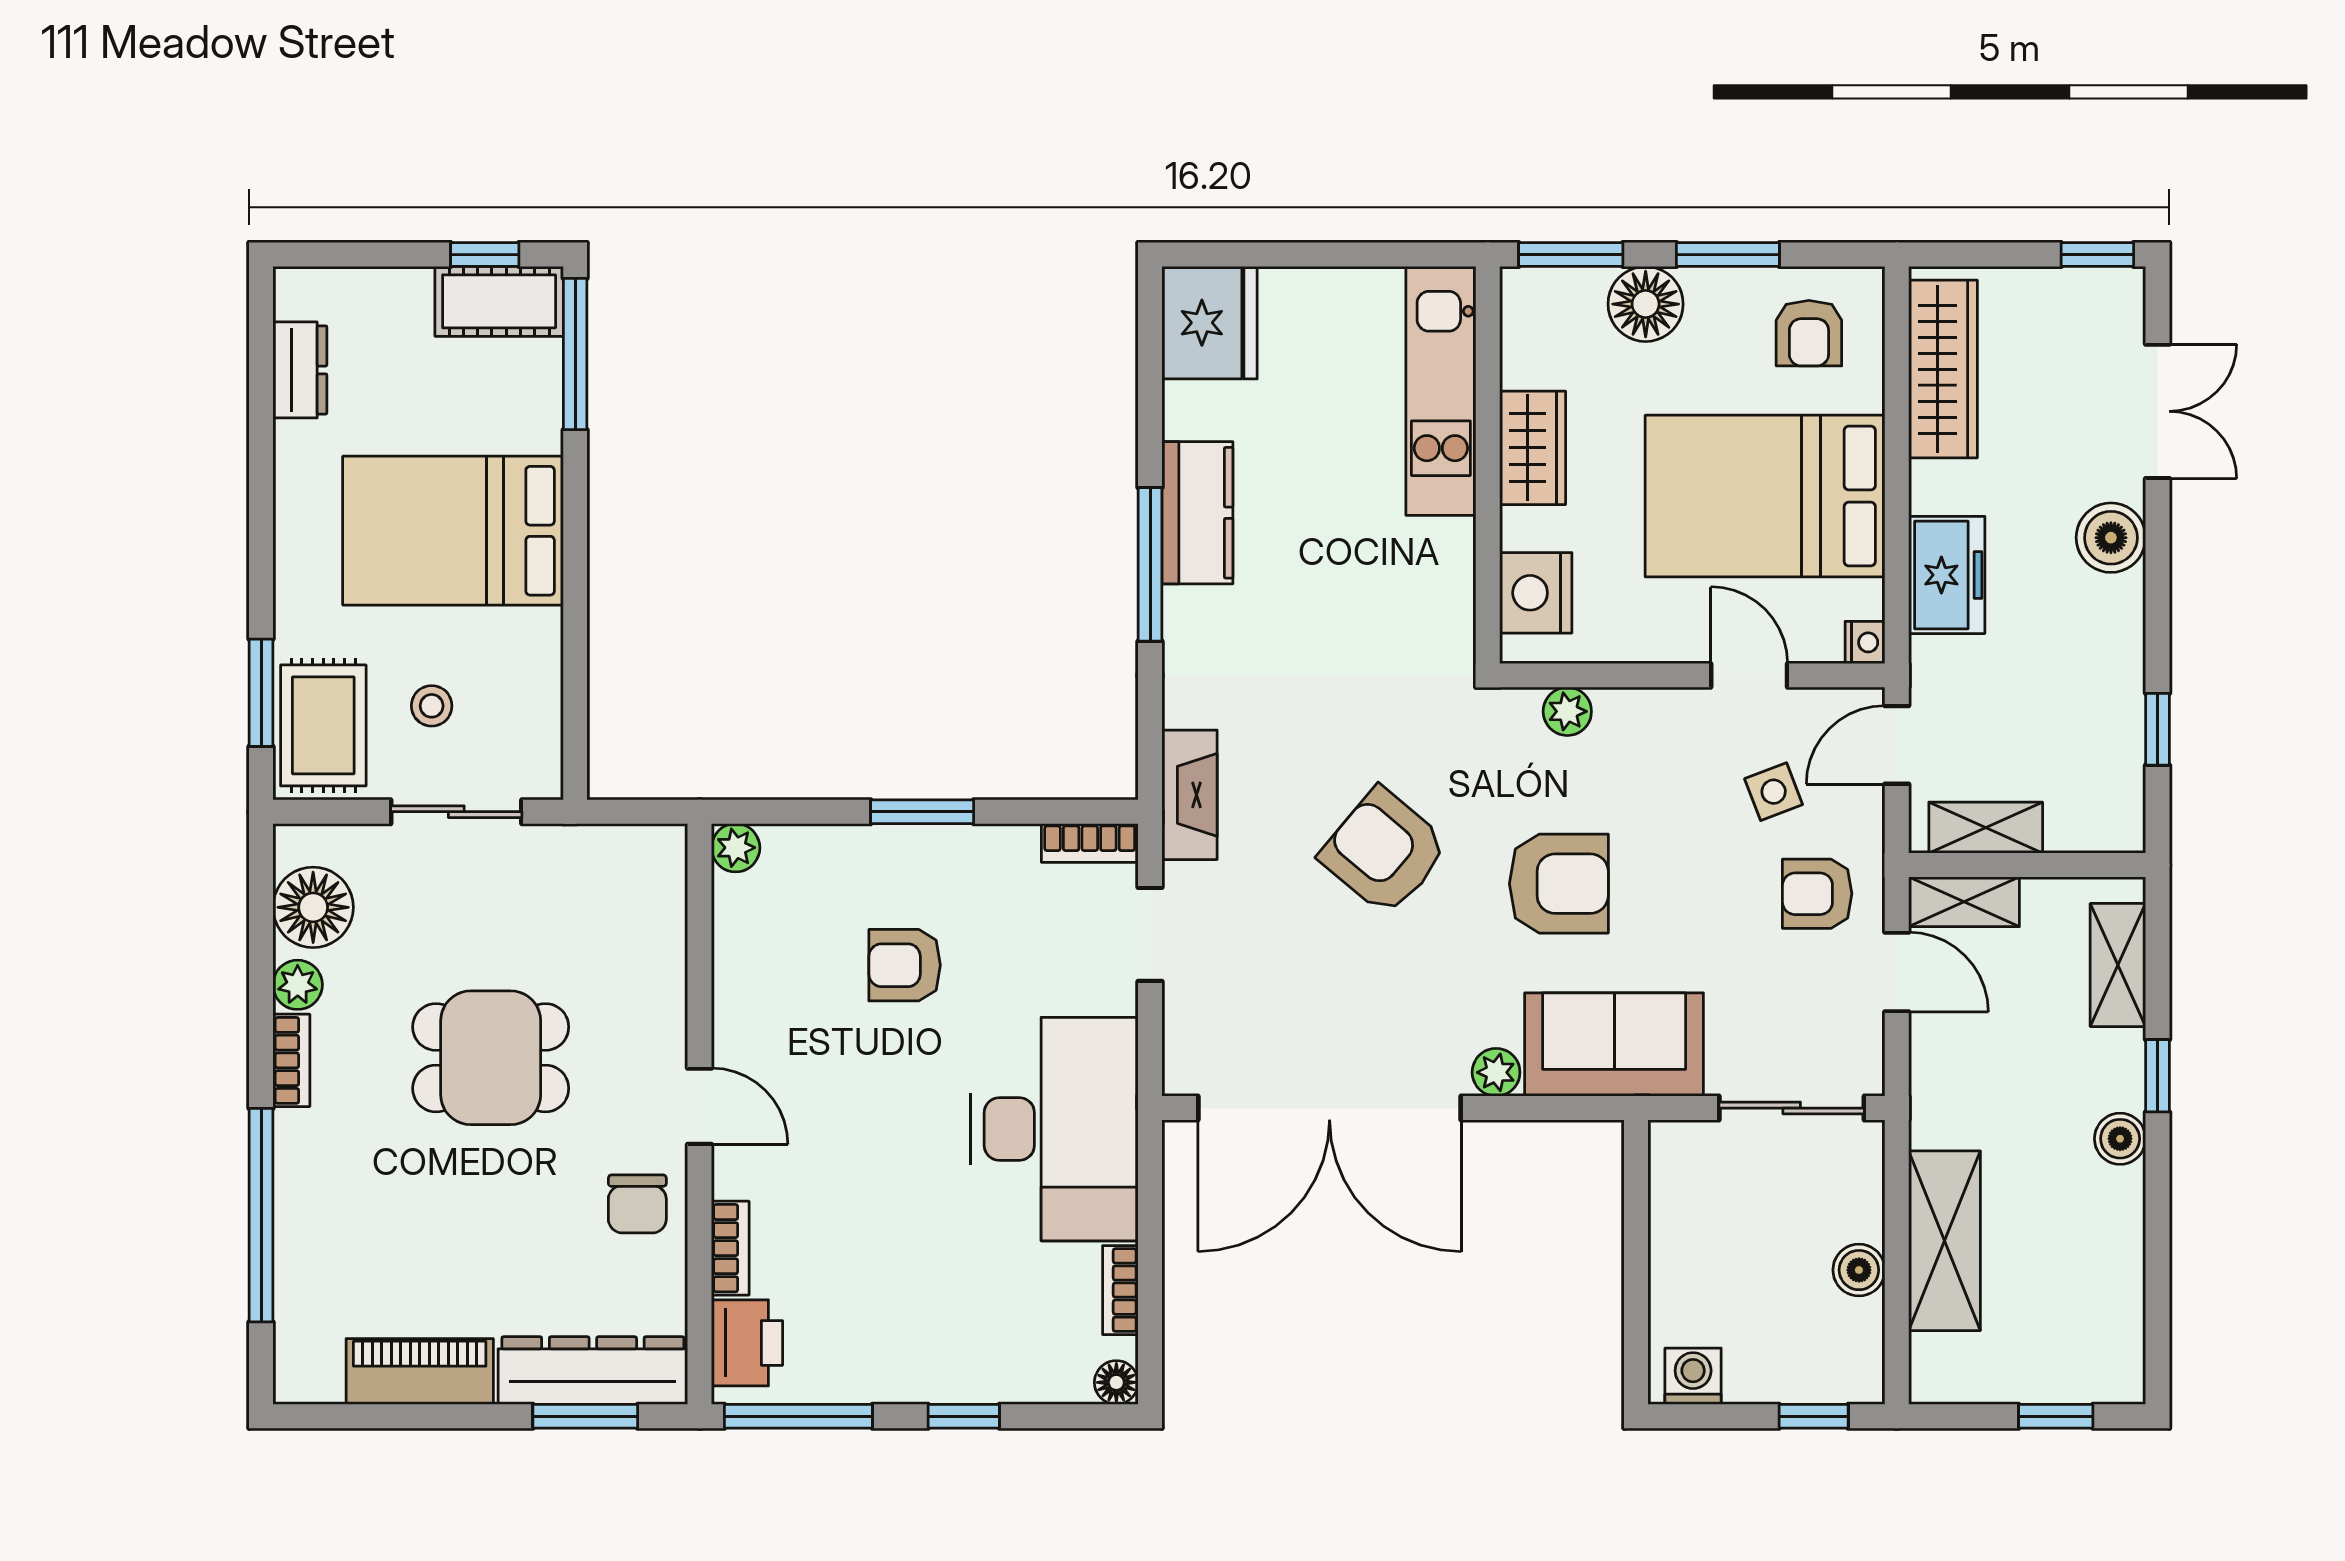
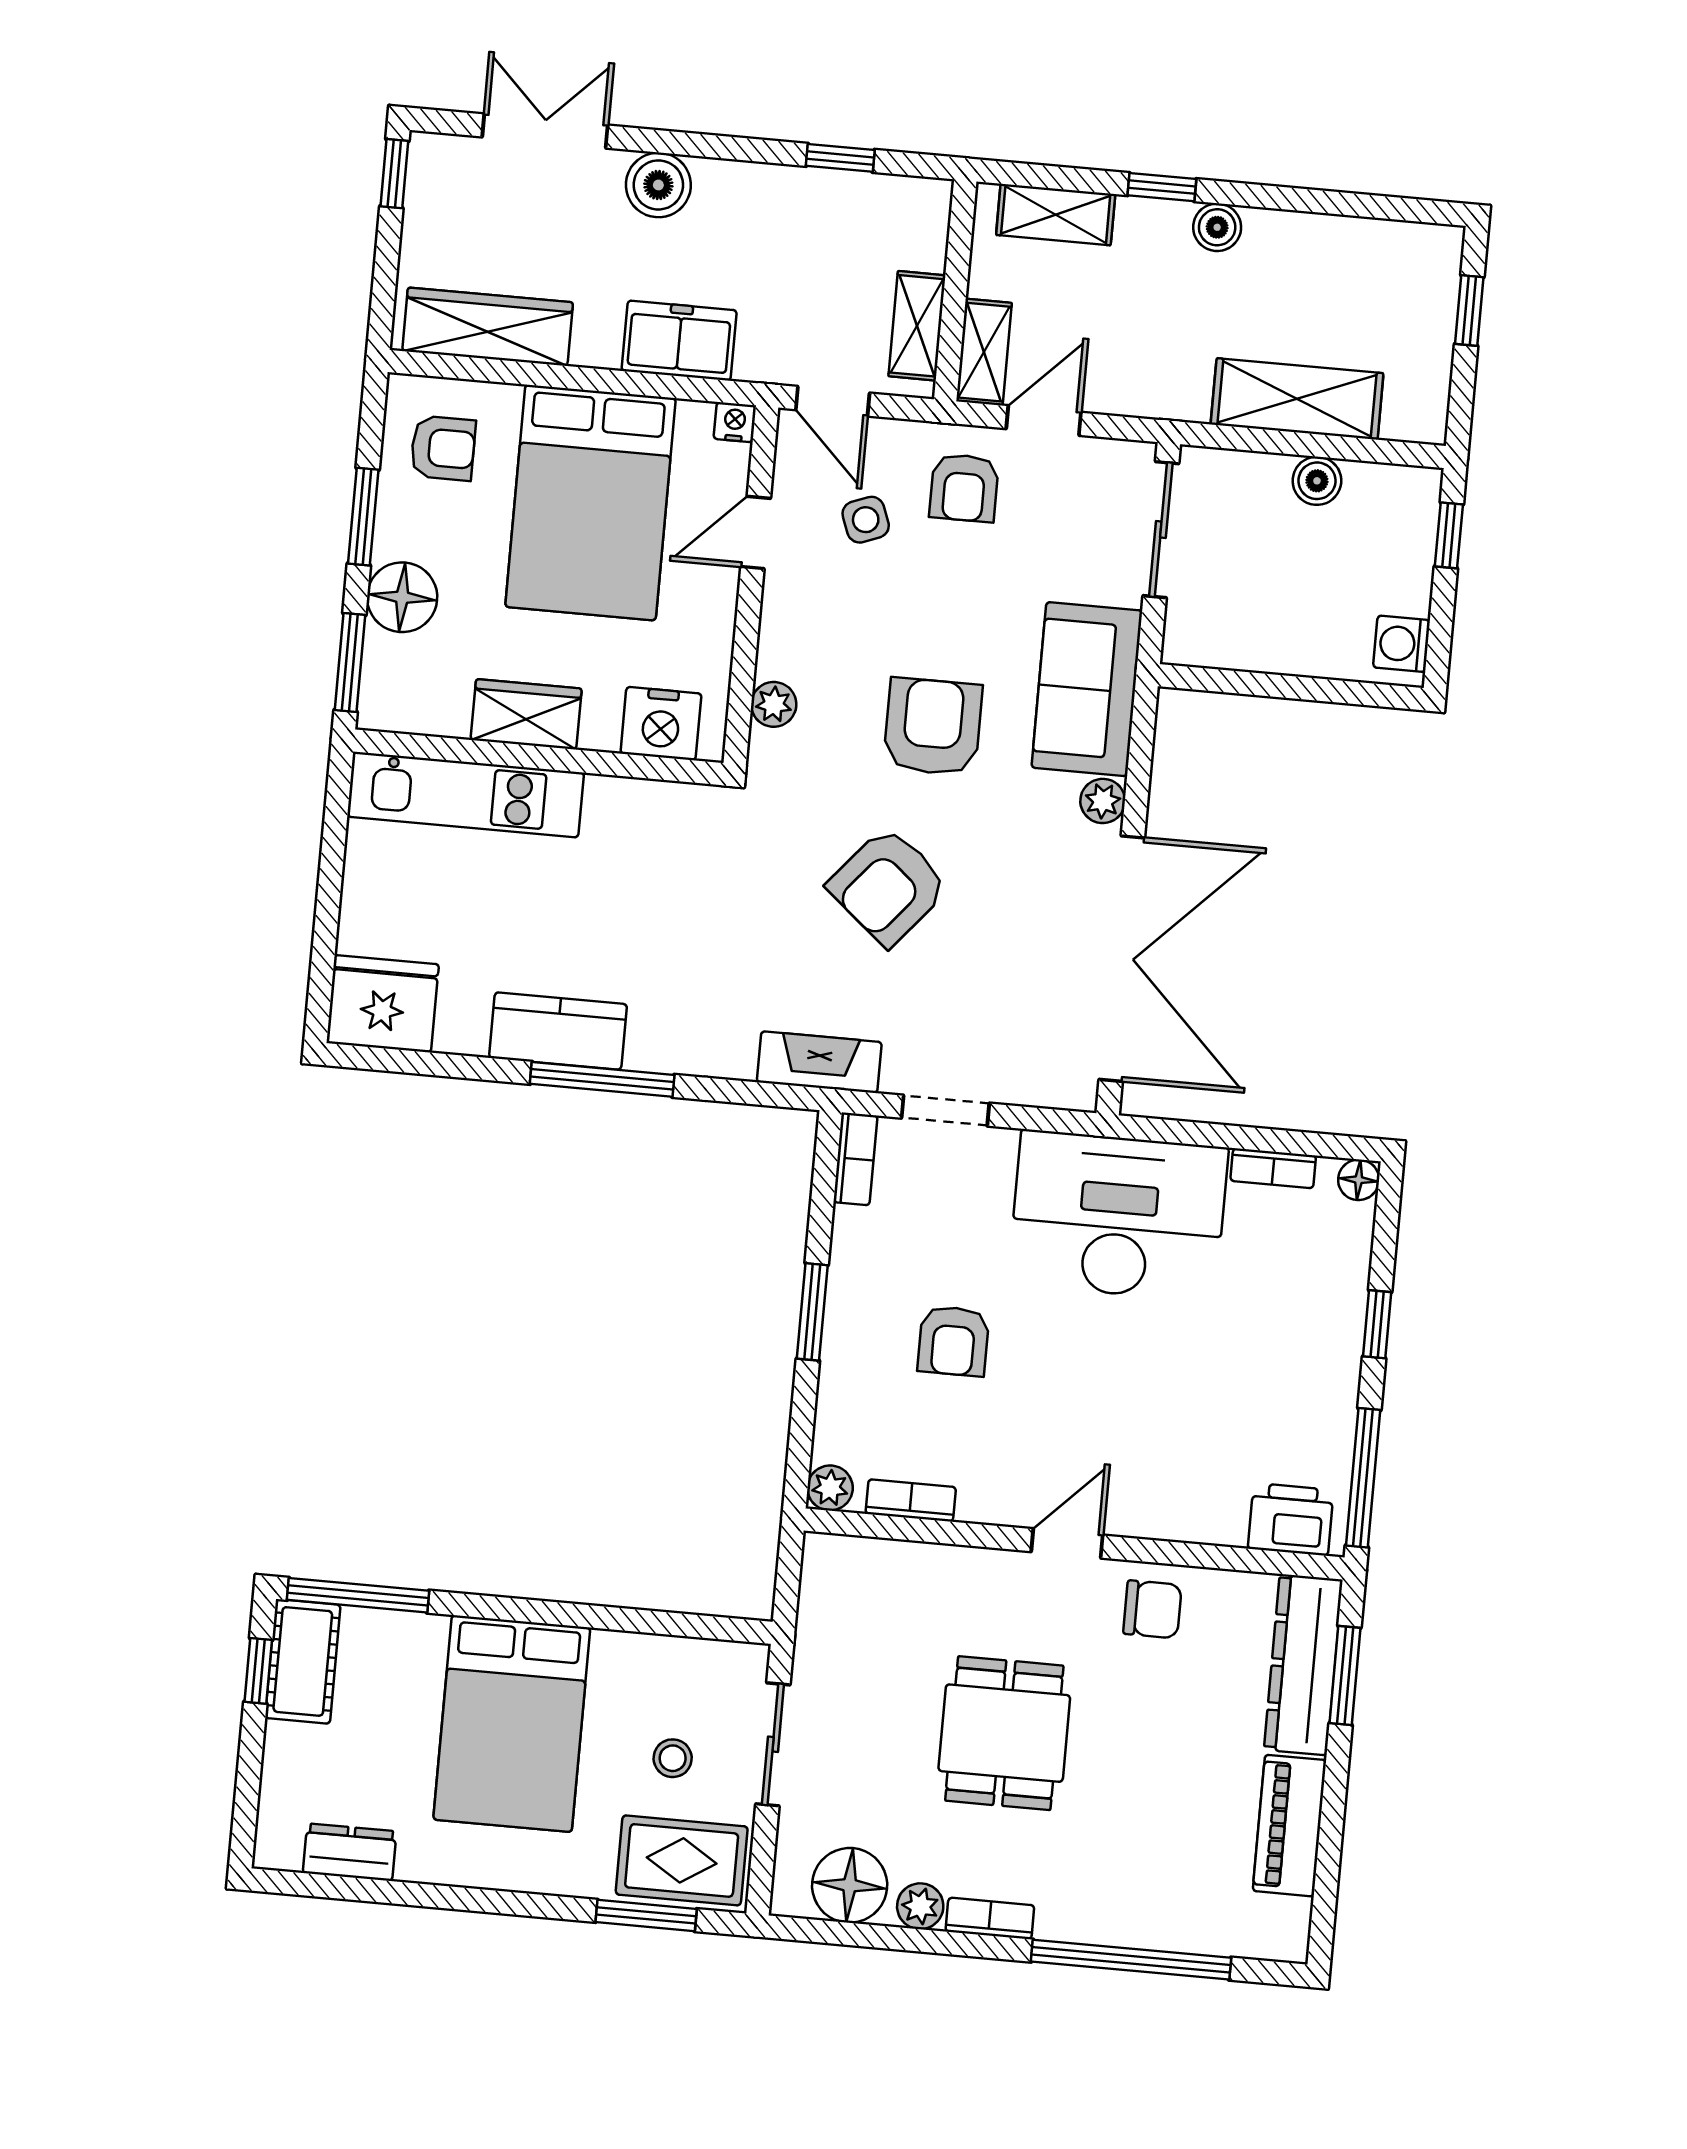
bookcase: (730, 1248) -> (911, 1500), moved

